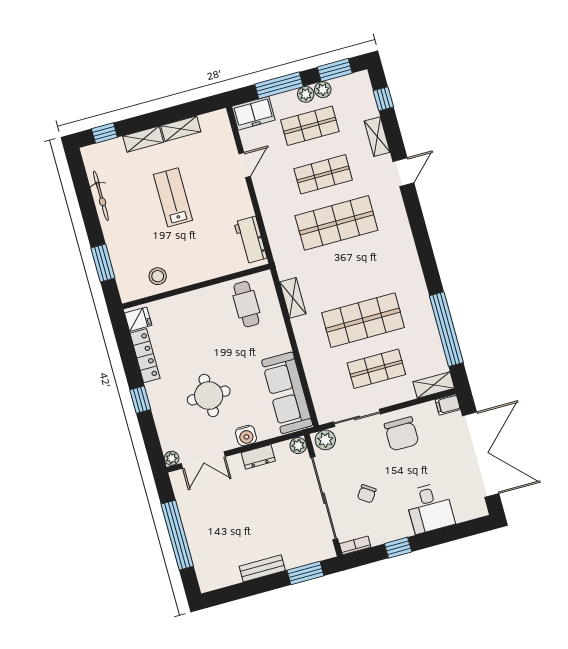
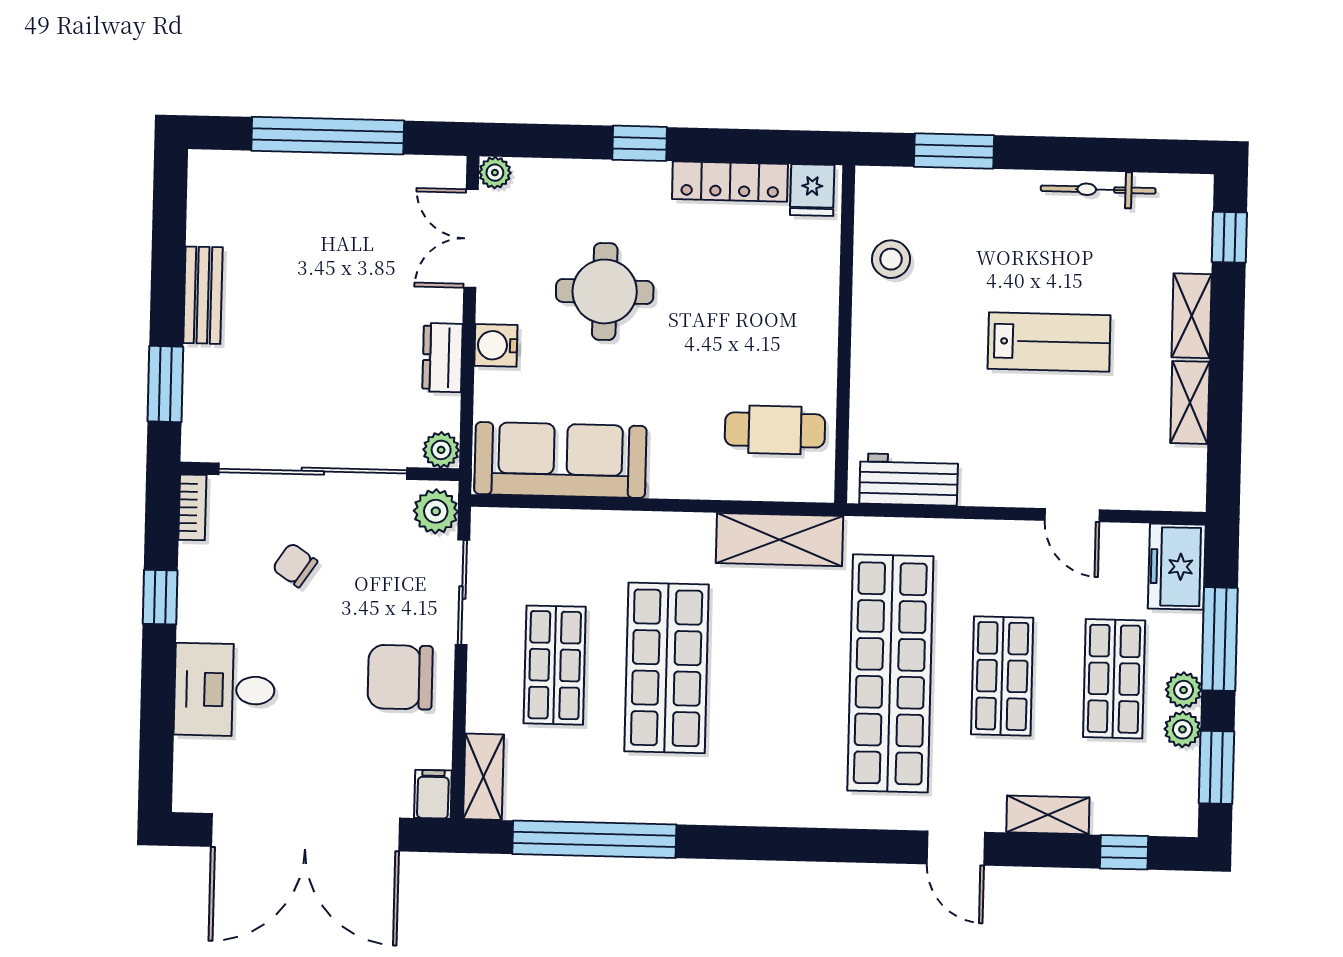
shop shelf: (336, 223) -> (890, 673), width x1.40
shelving: (293, 298) -> (780, 540), width x1.50, depth x1.33

